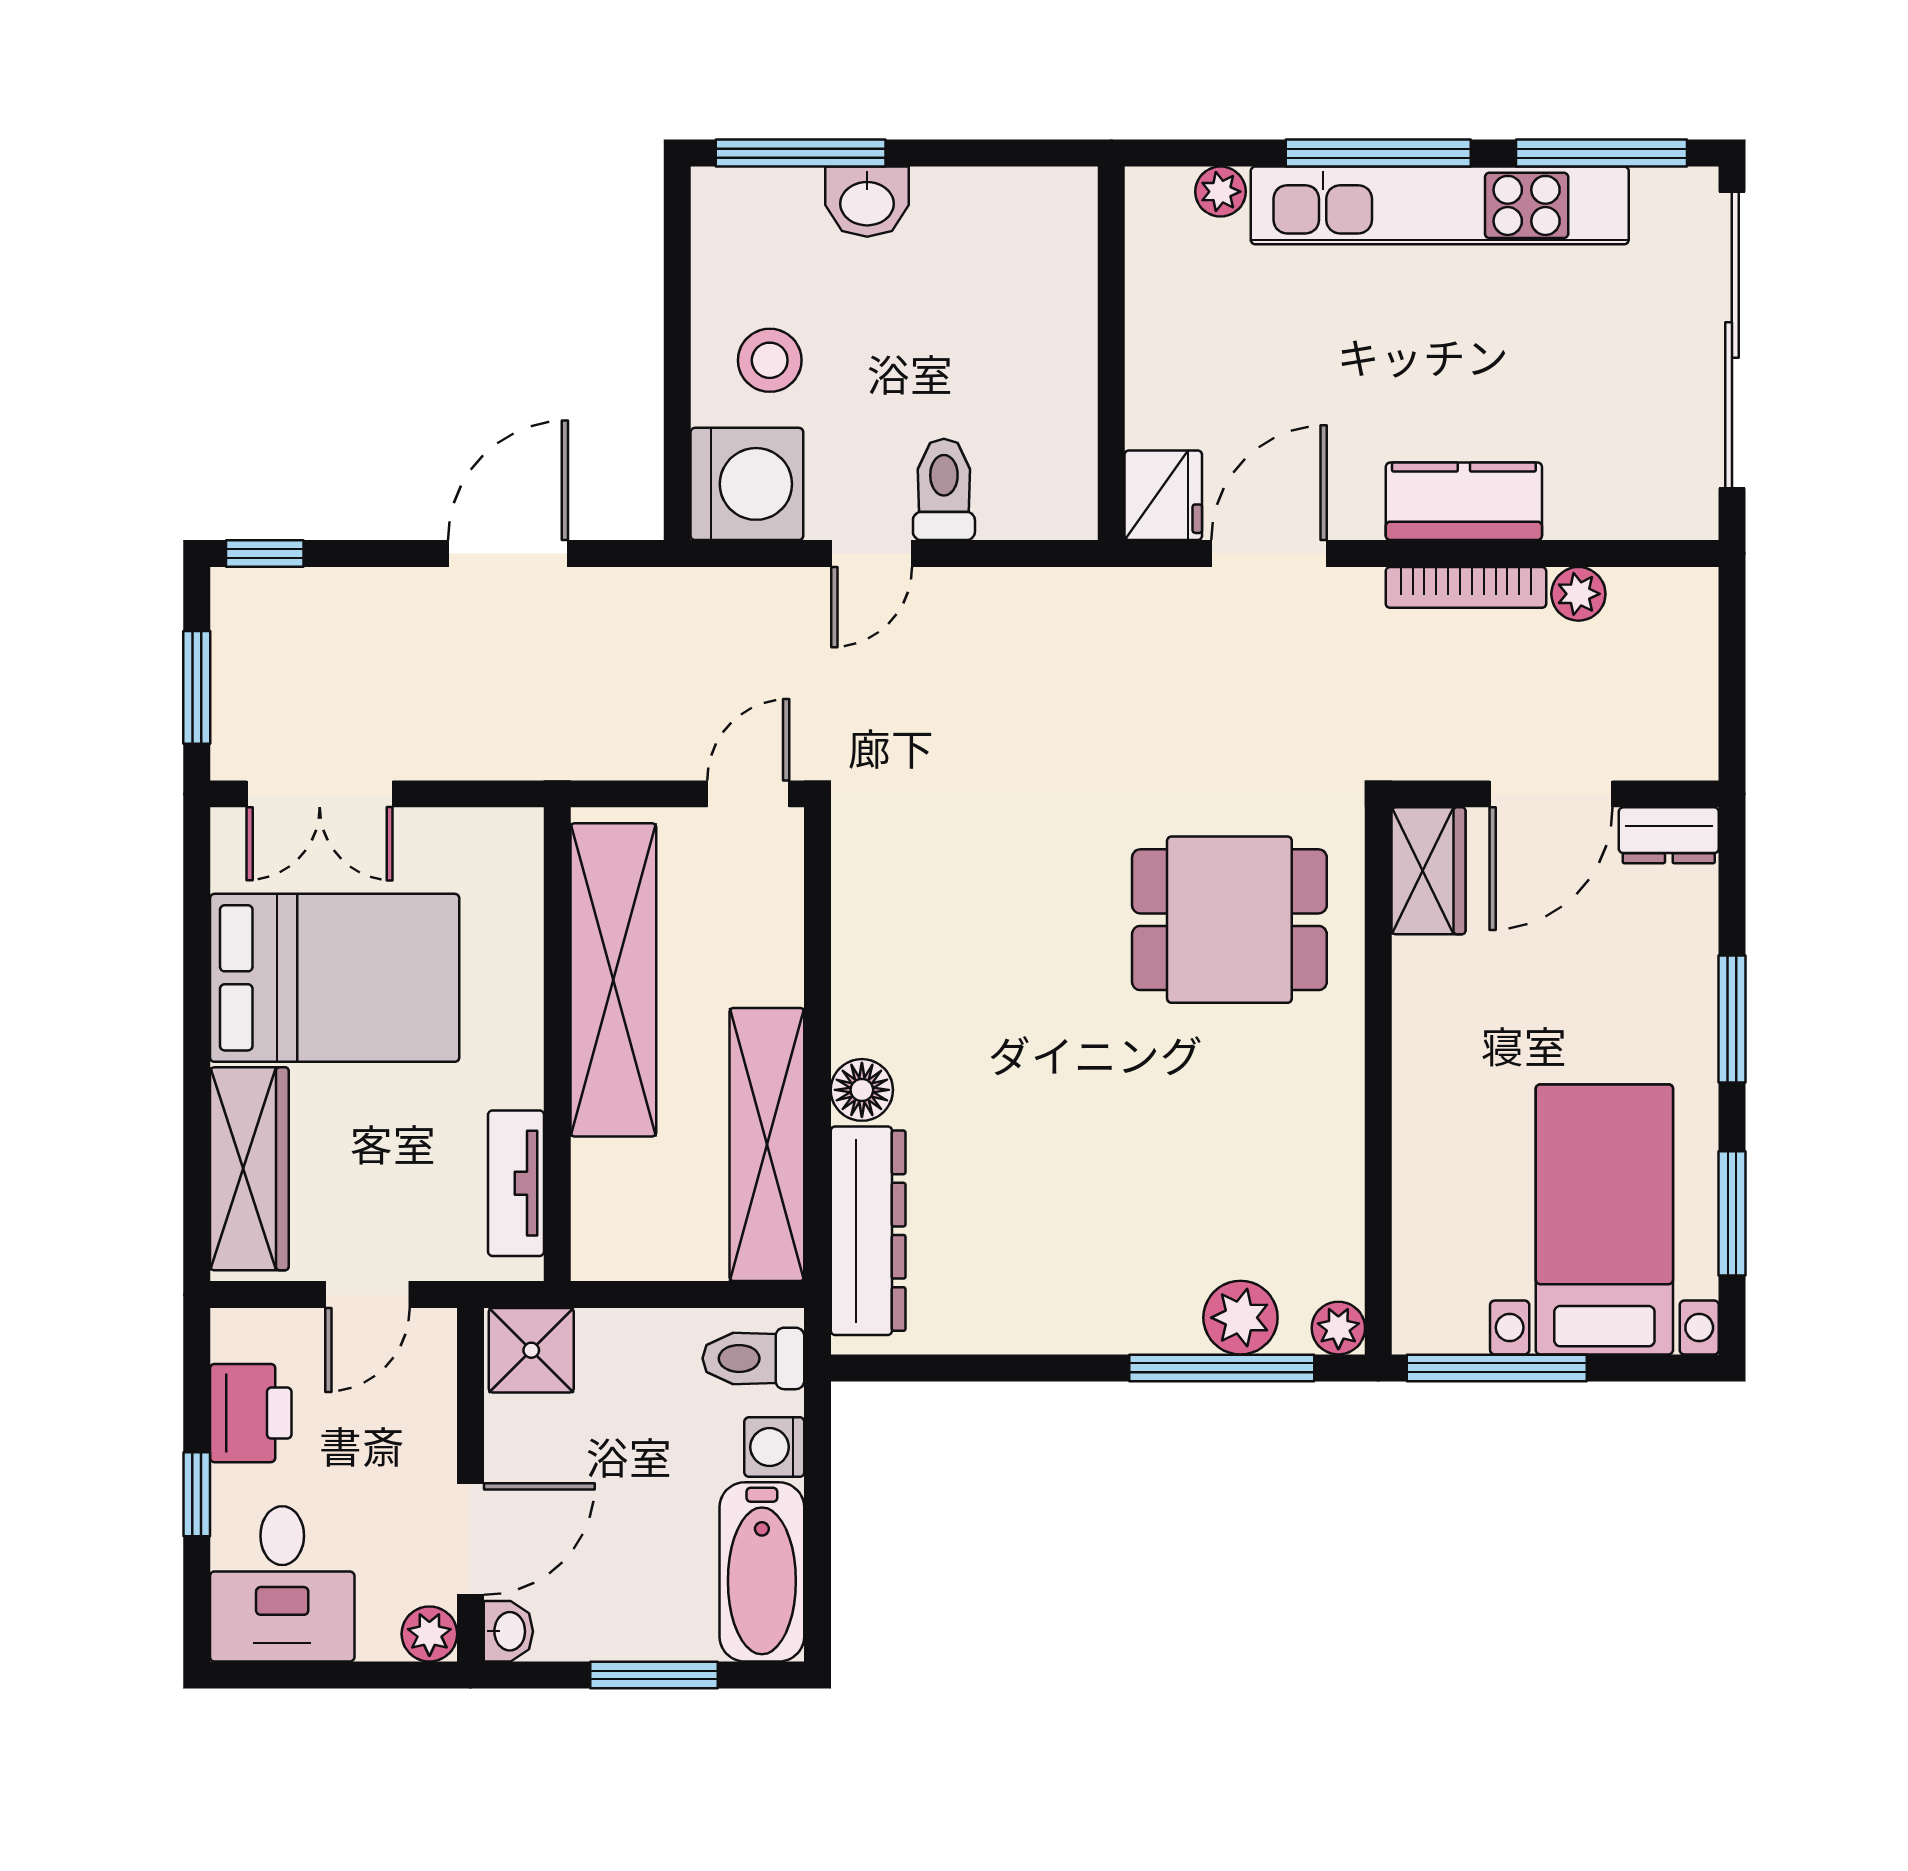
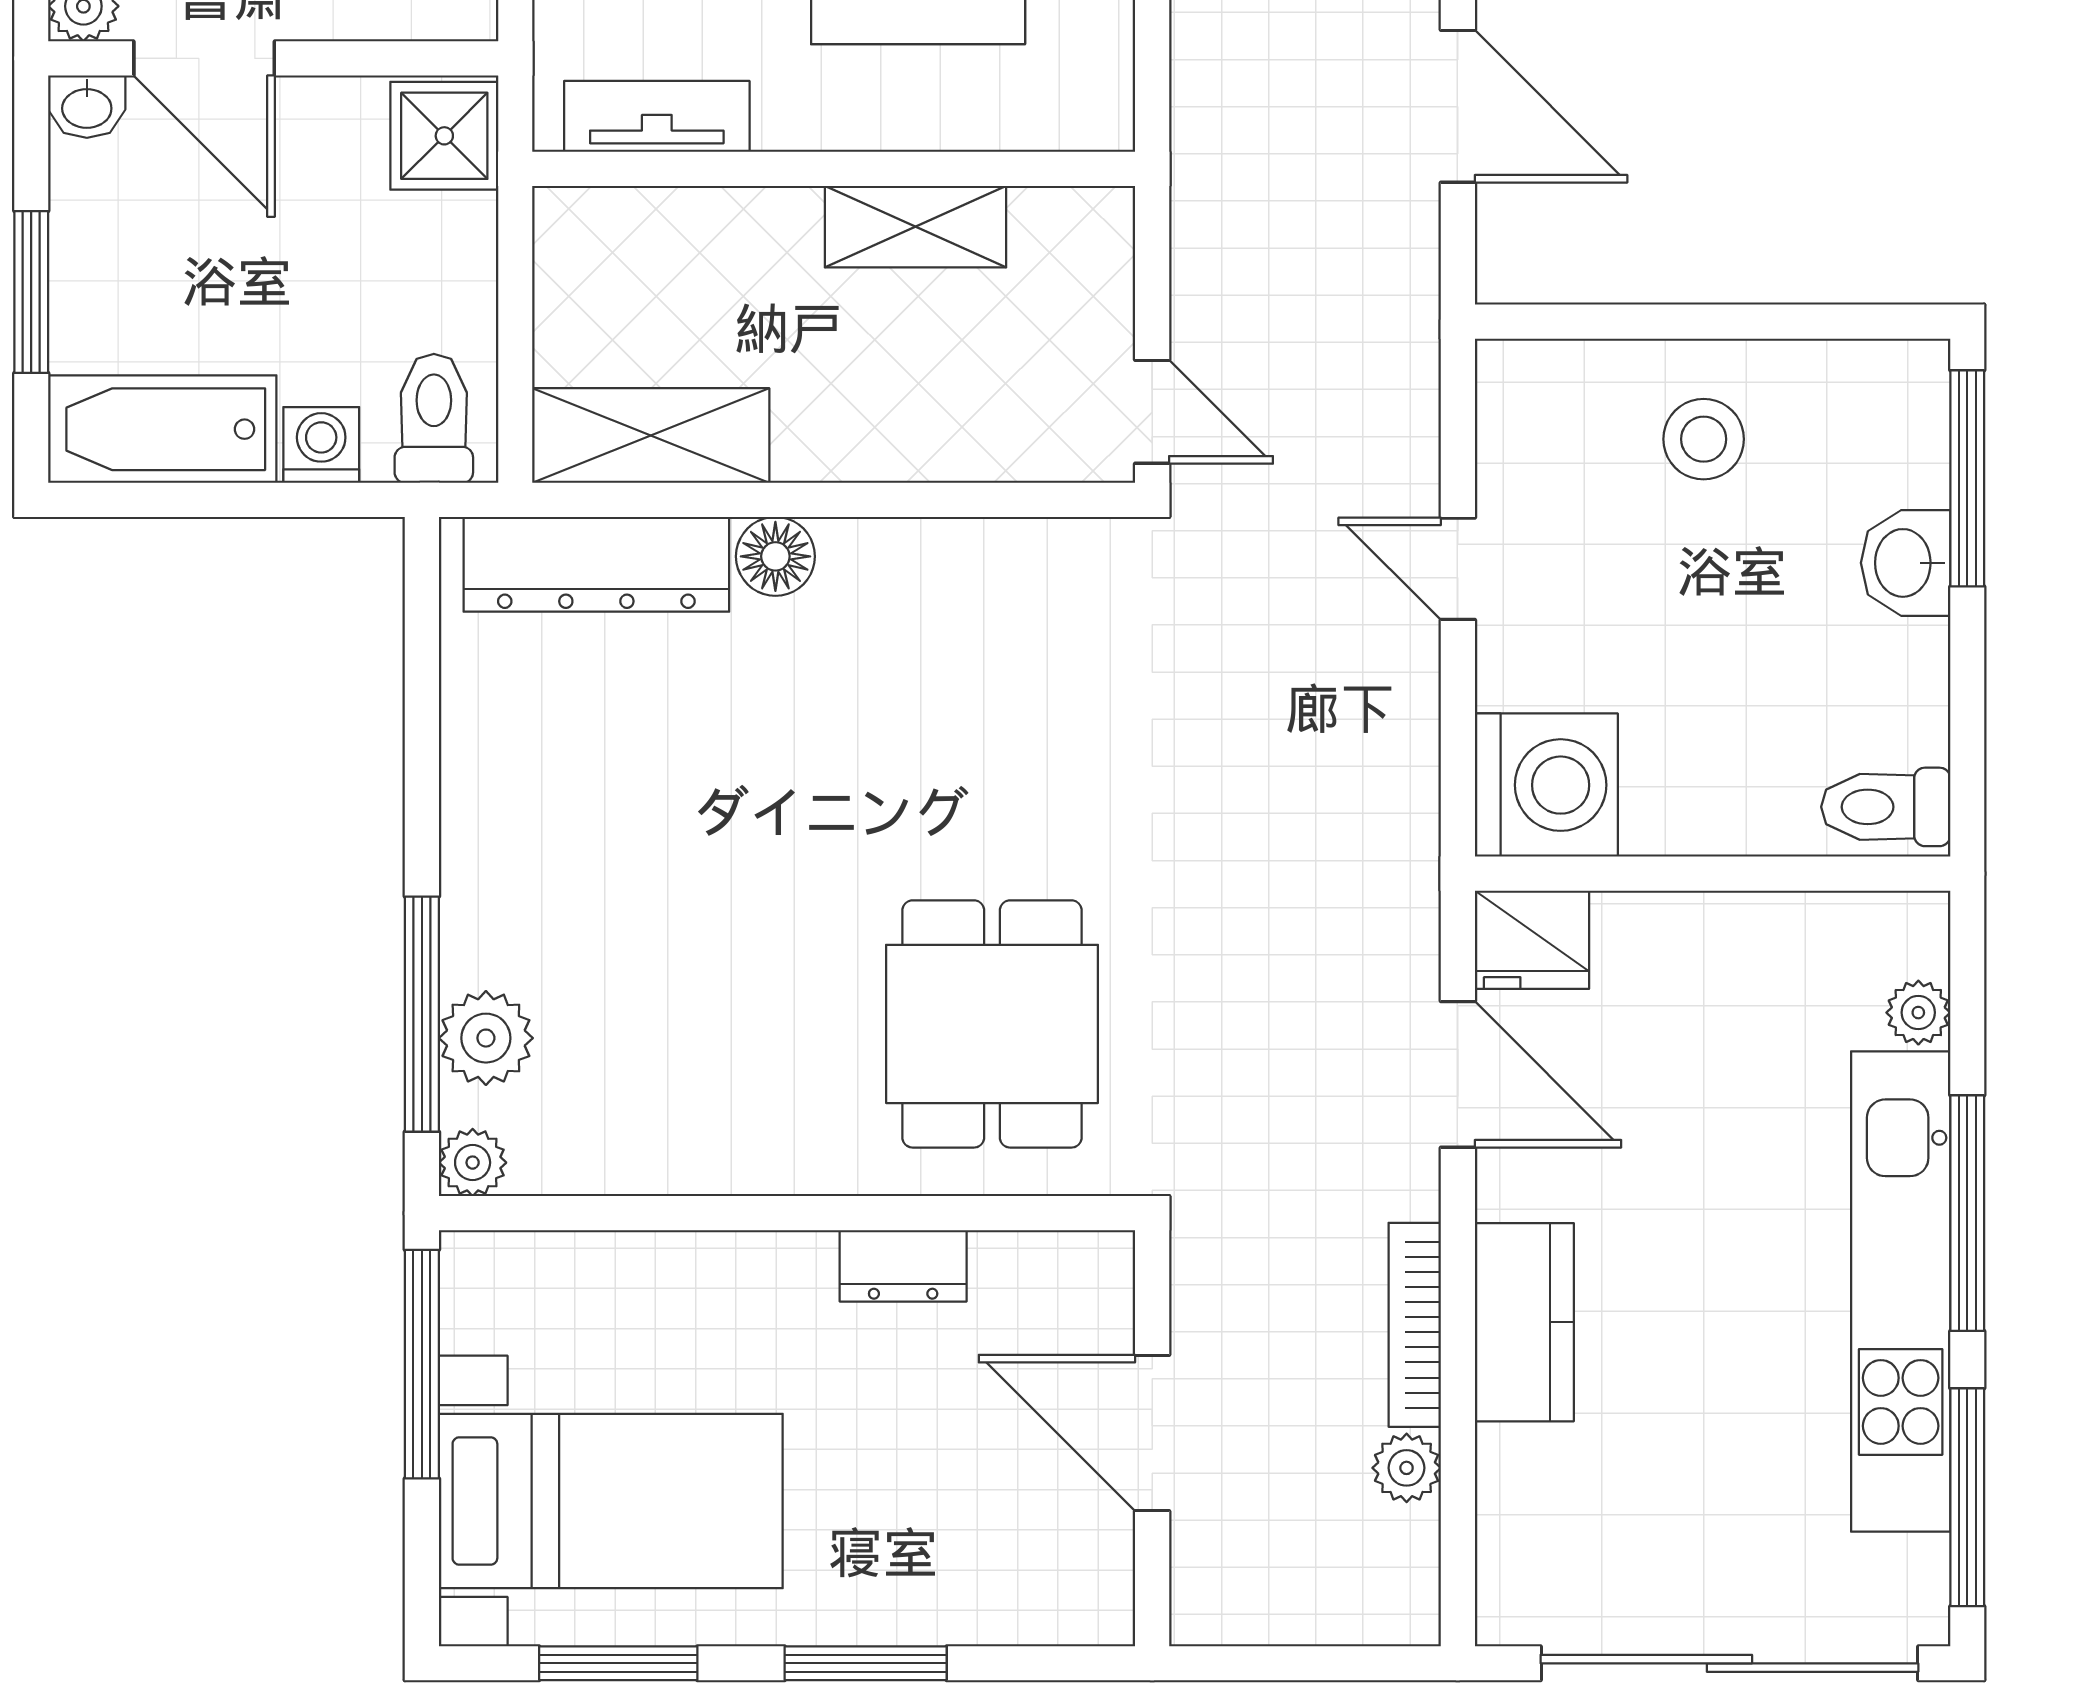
washing machine: (747, 484) -> (1546, 785), moved, turned -90
toilet: (944, 489) -> (1886, 807), moved, turned 180
dresser: (1669, 835) -> (903, 1266), moved, turned -90
wardrobe: (1428, 871) -> (1054, 1277), removed
shelving: (613, 980) -> (915, 227), width x0.45, depth x0.75
shelving: (767, 1144) -> (651, 436), width x0.68

